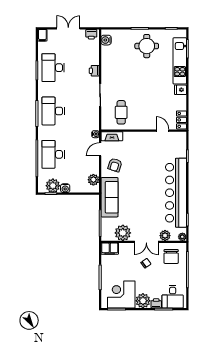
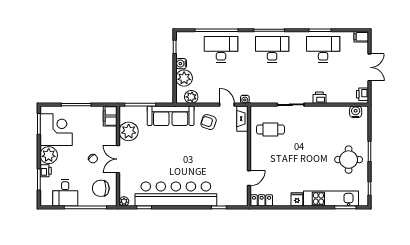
plant: (53, 186) -> (184, 78), moved
plant: (165, 236) -> (125, 181), removed
desk: (173, 297) -> (65, 193), moved, turned -90

